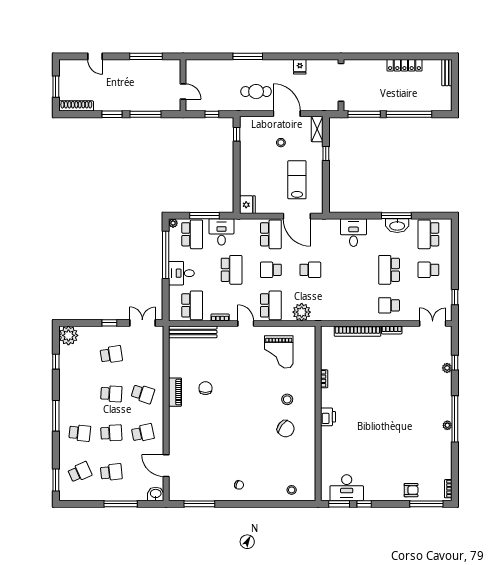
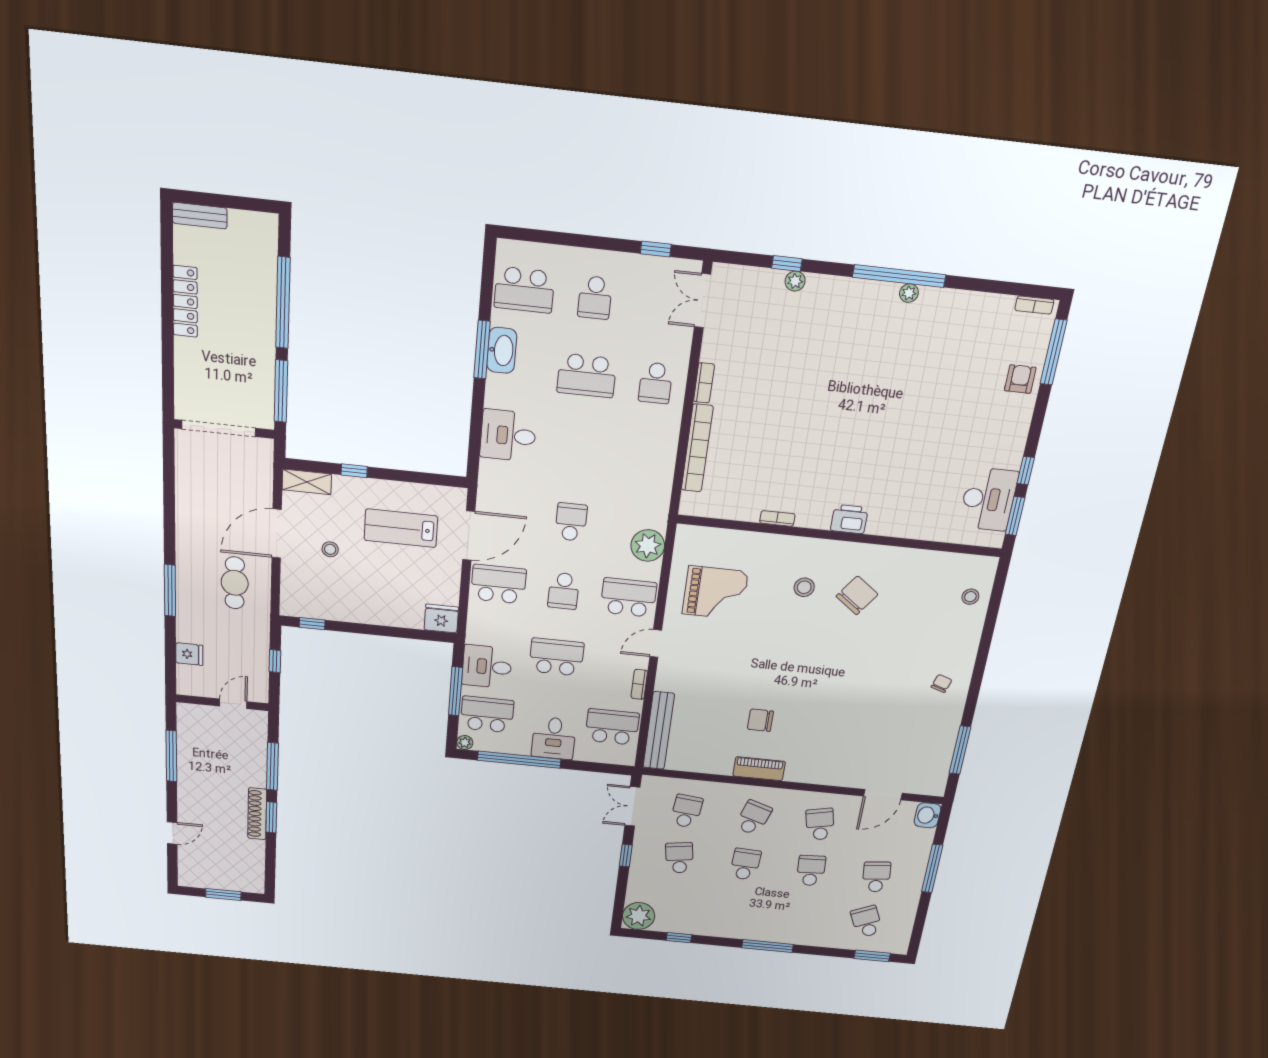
fridge: (300, 67) -> (189, 654), moved
shoe rack: (76, 106) -> (257, 814), moved
school desk: (80, 433) -> (686, 811), moved

